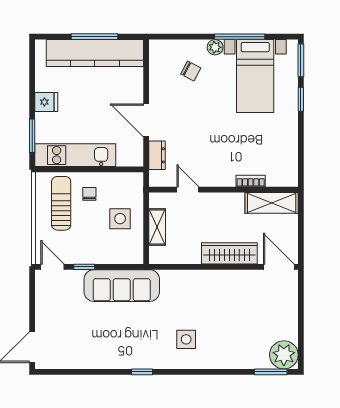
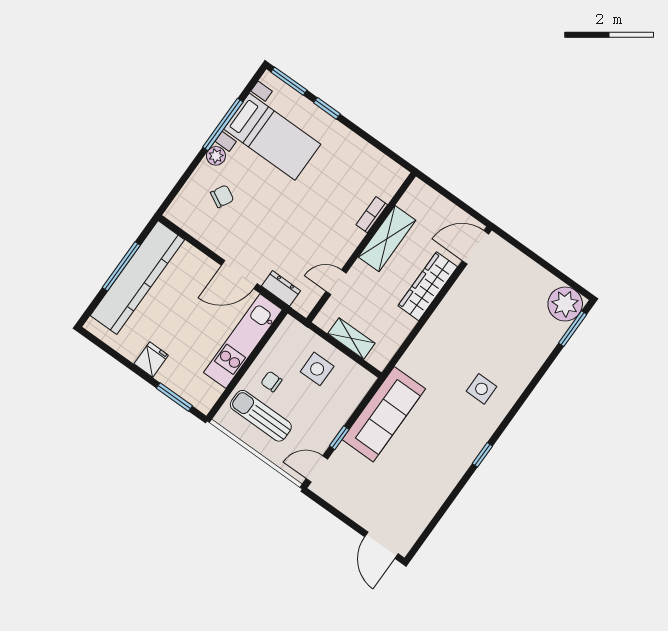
kitchen unit: (75, 155) -> (243, 341), moved
shelving: (272, 203) -> (387, 239), moved

